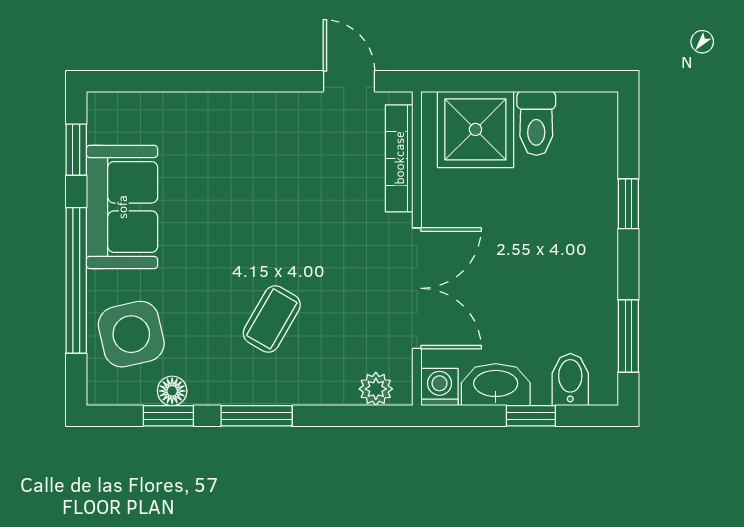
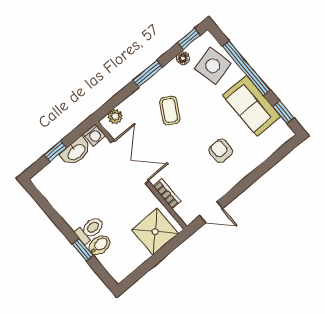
toilet: (536, 123) -> (90, 230), moved, turned 90
bookcase: (399, 158) -> (167, 194), width x0.64
armchair: (242, 174) -> (221, 151), added
double door: (417, 288) -> (130, 162), swing flipped
window: (628, 336) -> (45, 206), removed
bidet: (570, 380) -> (99, 245), moved, turned -90
window: (168, 416) -> (189, 39), moved

